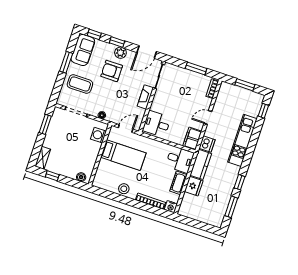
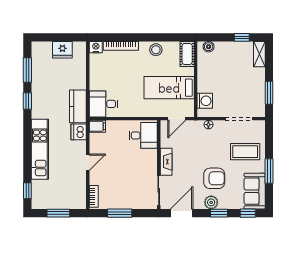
filing cabinet: (192, 139) -> (97, 126), width x0.50
cot: (178, 183) -> (187, 54), moved
fridge: (194, 186) -> (62, 50), moved, turned -90

